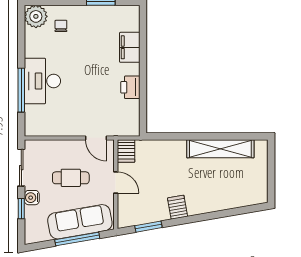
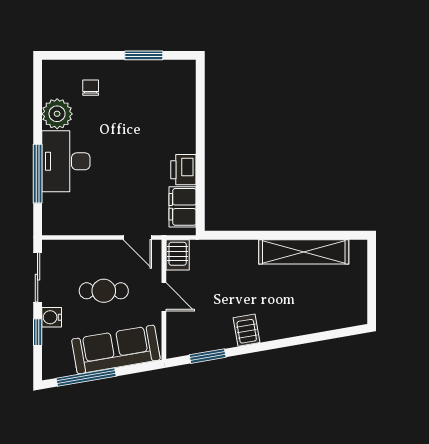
plant: (36, 16) -> (57, 114), moved
filing cabinet: (130, 47) -> (183, 207), moved
window: (77, 239) -> (86, 377), moved

